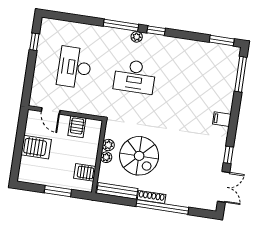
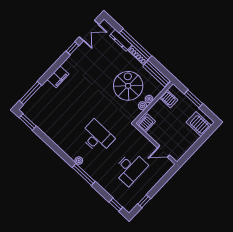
window: (156, 31) -> (116, 205), moved
door: (51, 111) -> (164, 151), swing flipped
filing cabinet: (222, 119) -> (58, 77), width x2.00
server rack: (77, 127) -> (146, 123), moved
server rack: (36, 147) -> (199, 124), moved
double door: (224, 187) -> (89, 31), swing flipped
dresser: (182, 200) -> (121, 40), added

